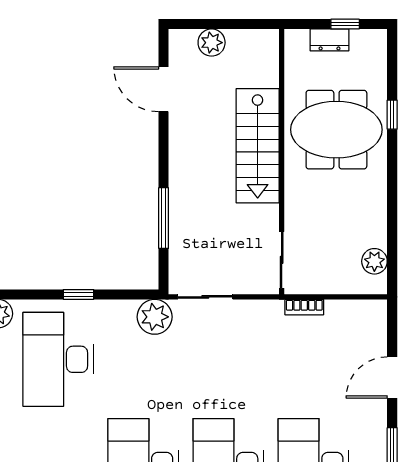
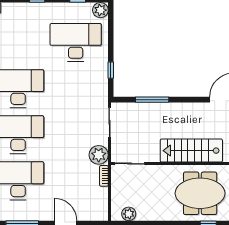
meeting table: (336, 130) -> (200, 193), turned 90
window: (78, 294) -> (111, 70), moved
plant: (155, 317) -> (99, 155), moved

